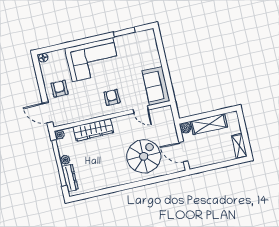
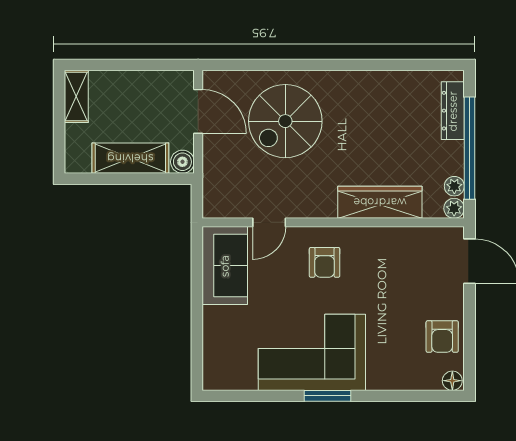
window: (124, 32) -> (327, 396), moved
corner sofa: (92, 60) -> (312, 352), moved
armchair: (59, 89) -> (442, 336), moved
door: (141, 110) -> (269, 222), swing flipped
plant: (65, 160) -> (454, 186), moved

